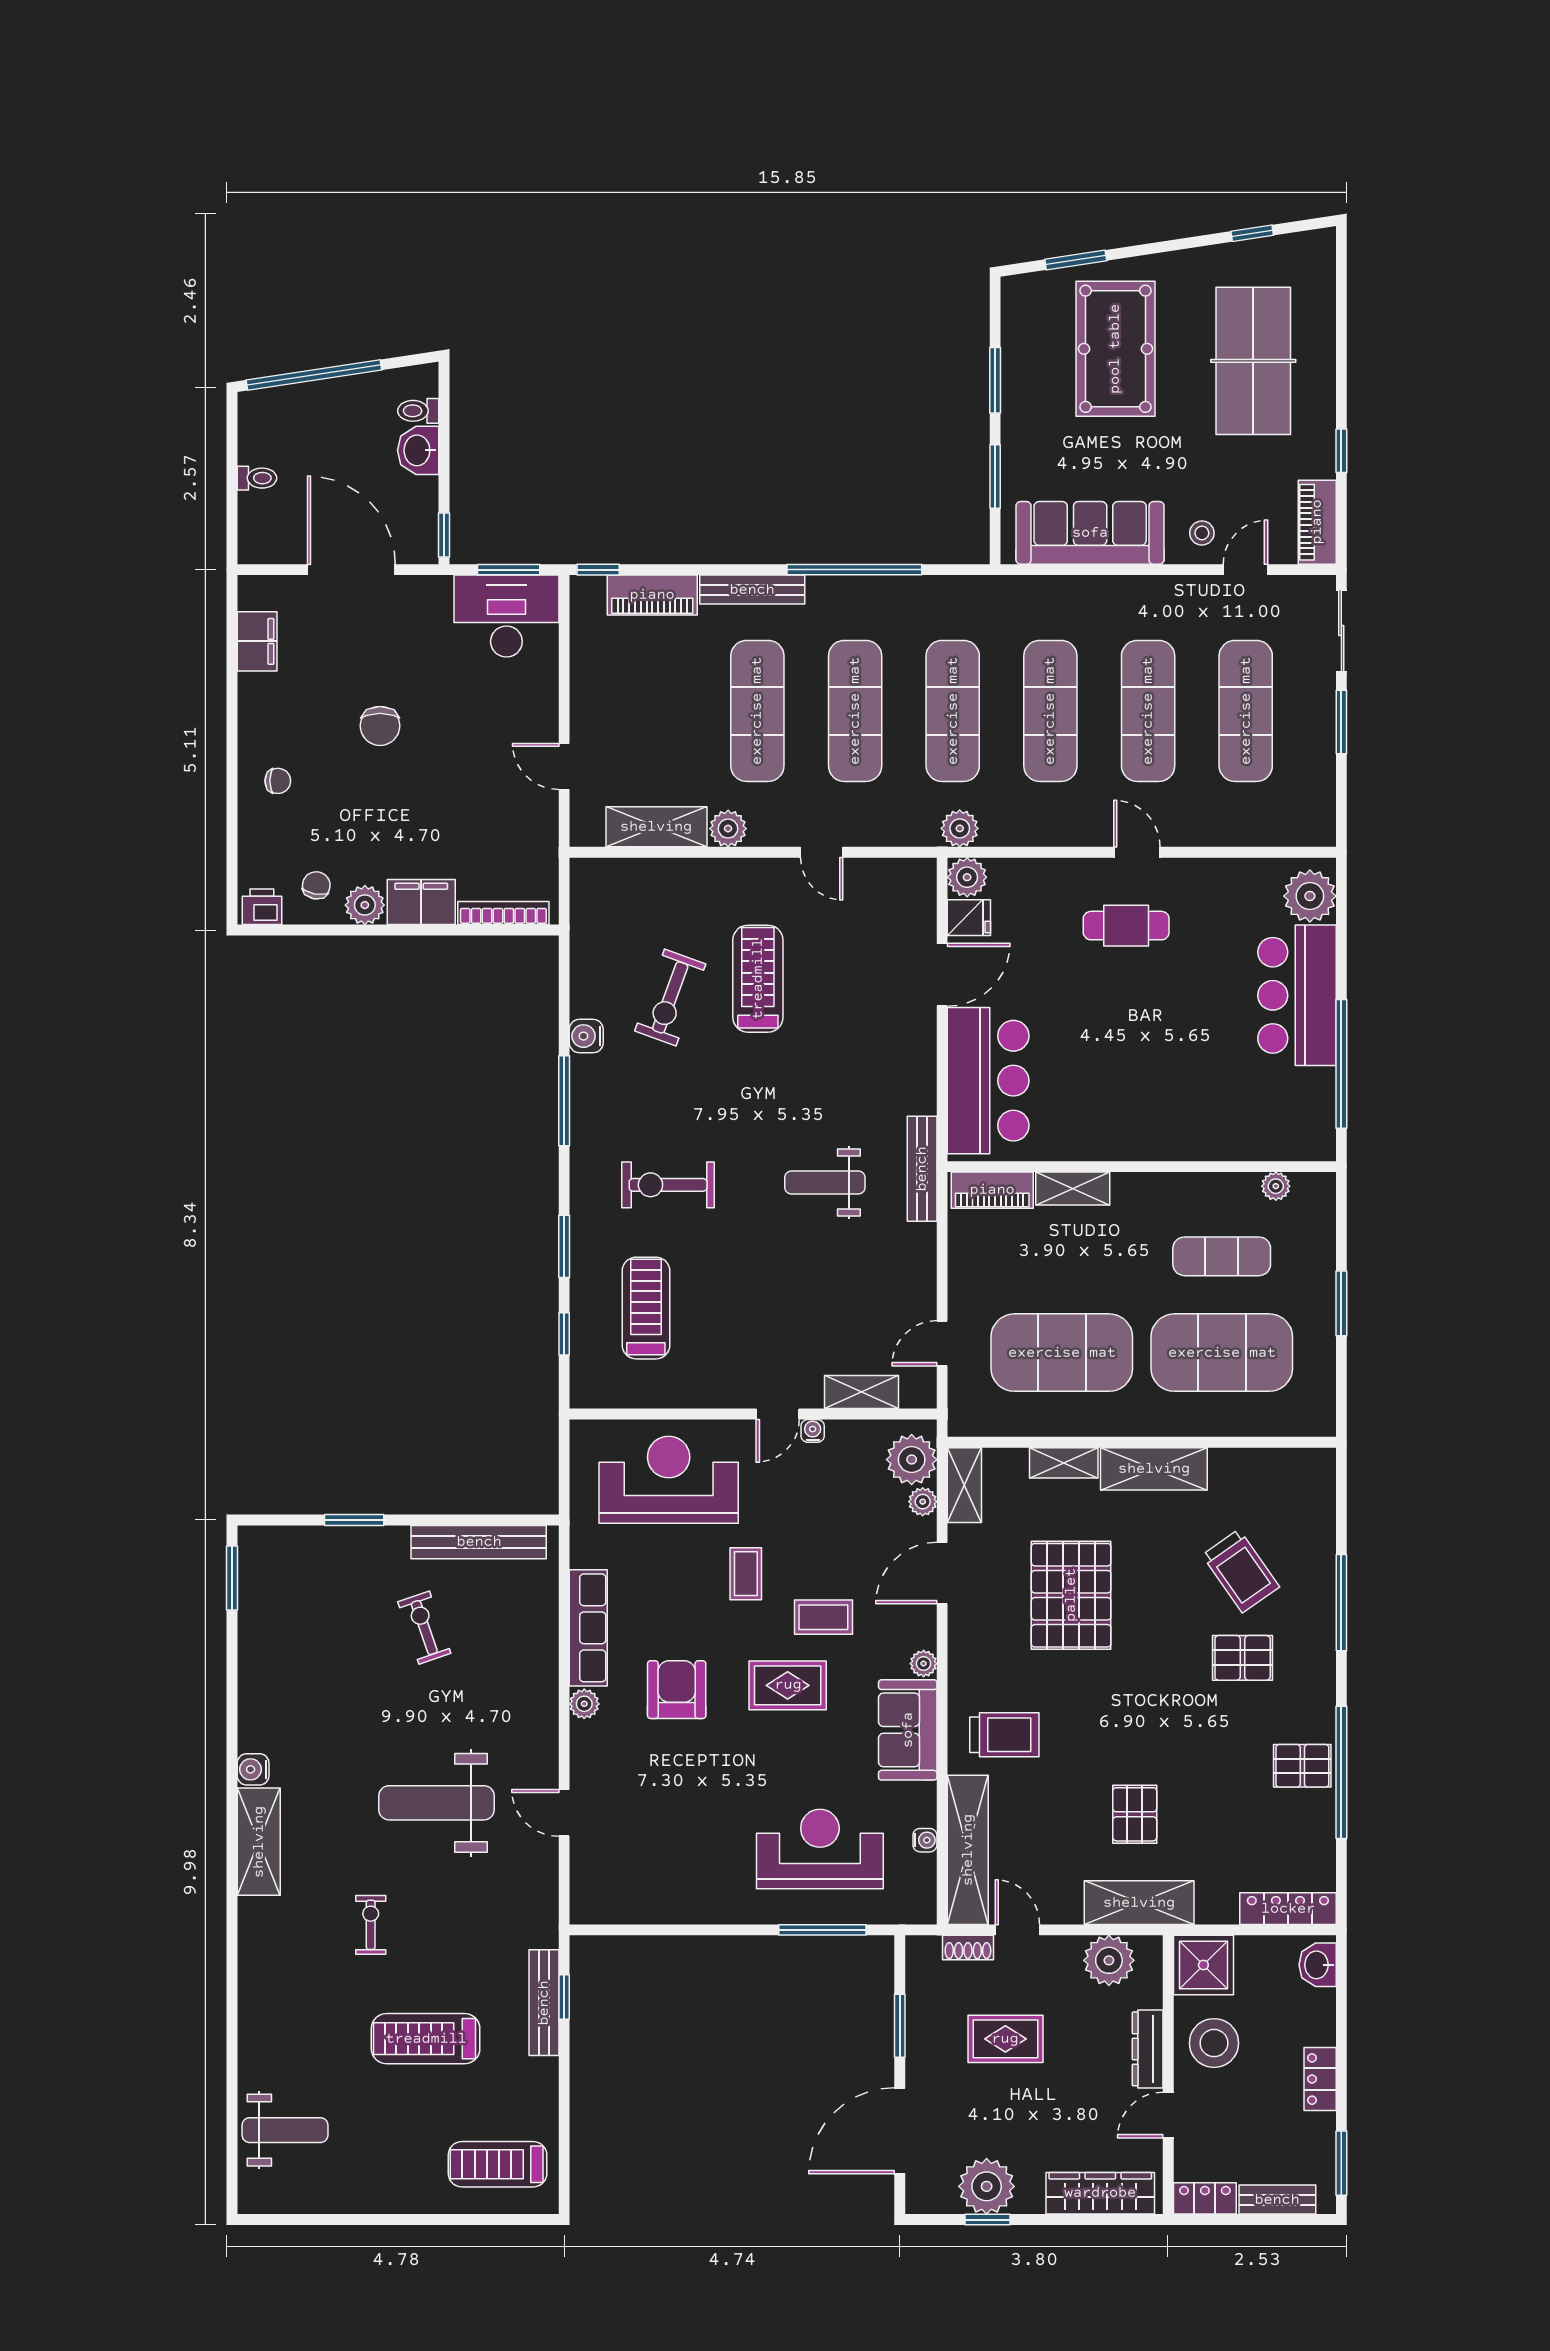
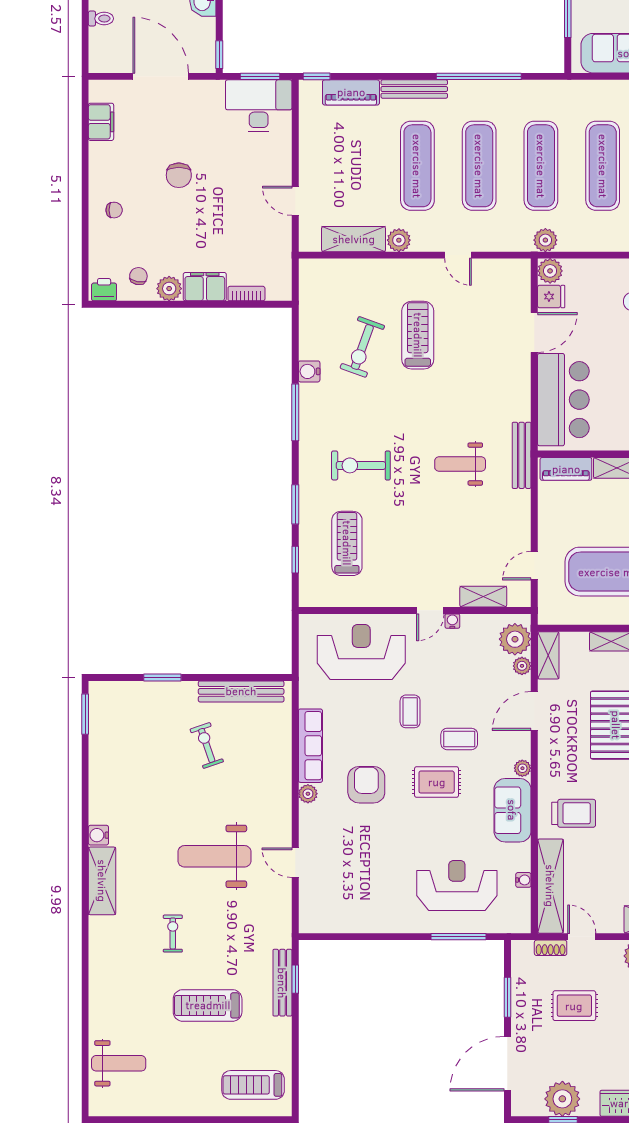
bookcase: (503, 913) -> (246, 294), width x0.64

